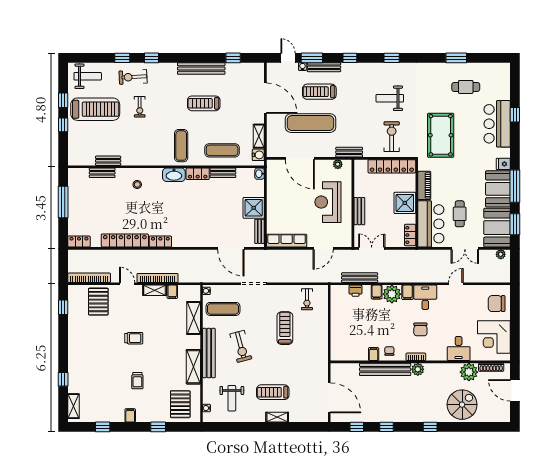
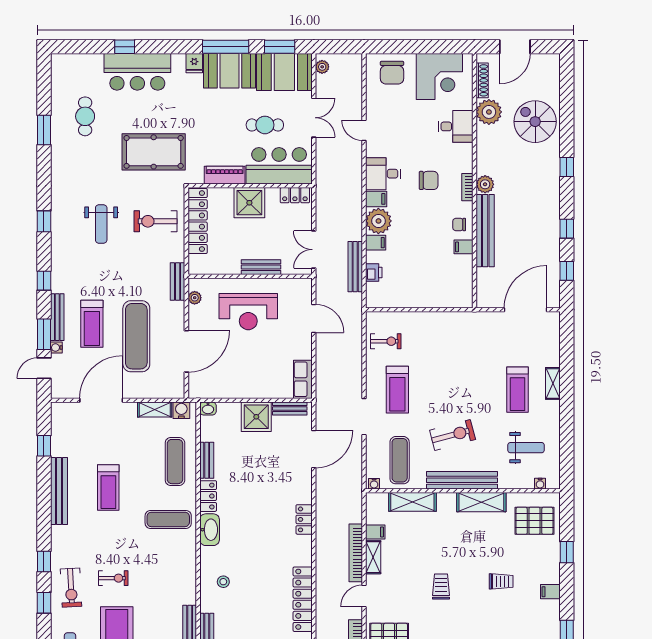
row of seats: (287, 241) -> (303, 379), width x0.68
locker: (160, 242) -> (304, 519), moved
treadmill: (285, 328) -> (397, 390), moved, turned -90

